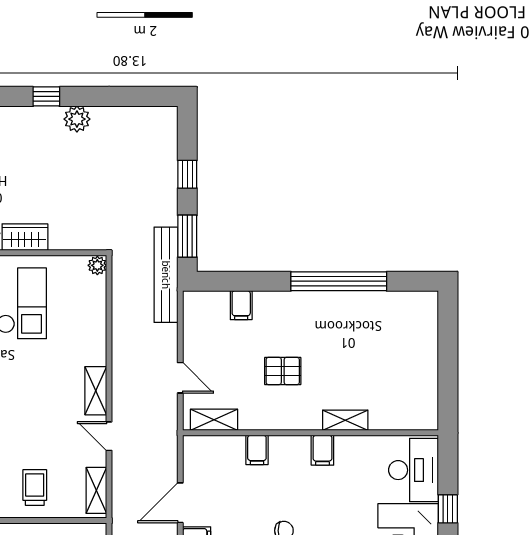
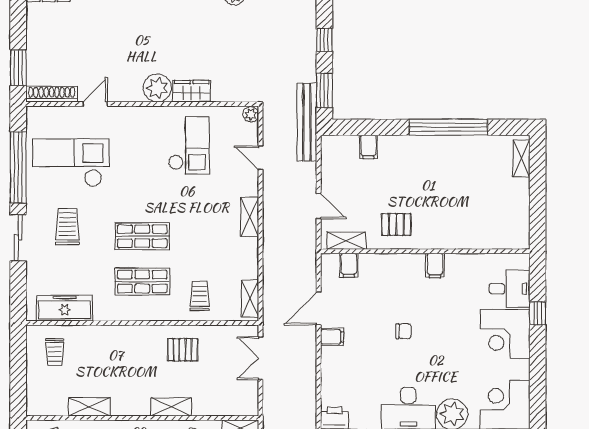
pallet: (283, 371) -> (396, 224), moved
shelving: (345, 420) -> (521, 159), moved, turned 90
door: (109, 436) -> (260, 158), moved
filing cabinet: (257, 450) -> (349, 265), moved
desk: (414, 470) -> (509, 289), width x0.73

